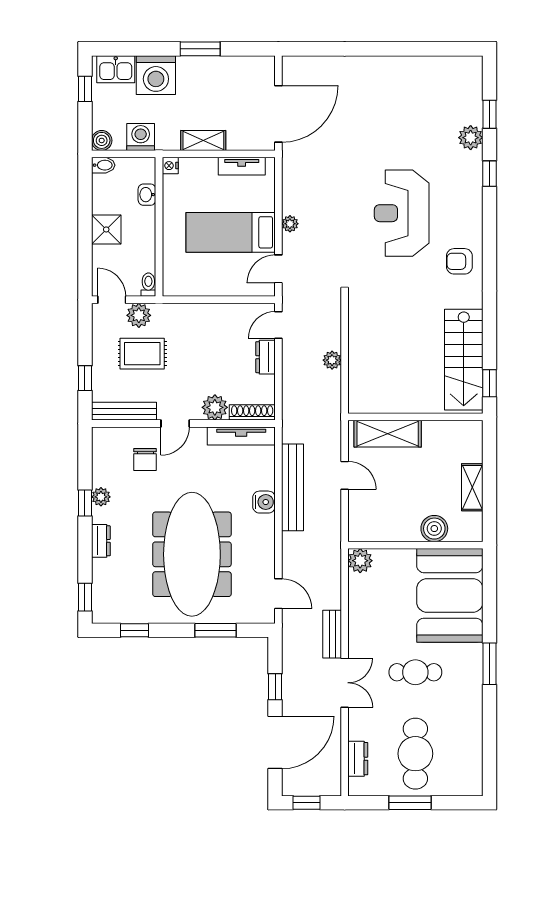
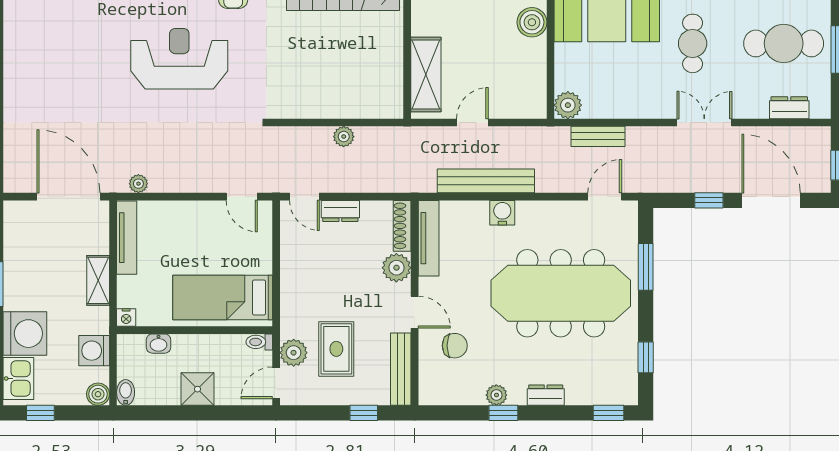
tv unit: (242, 166) -> (127, 238), width x1.41
reception desk: (402, 213) -> (179, 59), turned 180
plant: (290, 224) -> (138, 184), moved
bed: (231, 232) -> (223, 297), moved, turned 90
bench: (332, 634) -> (598, 136), moved

